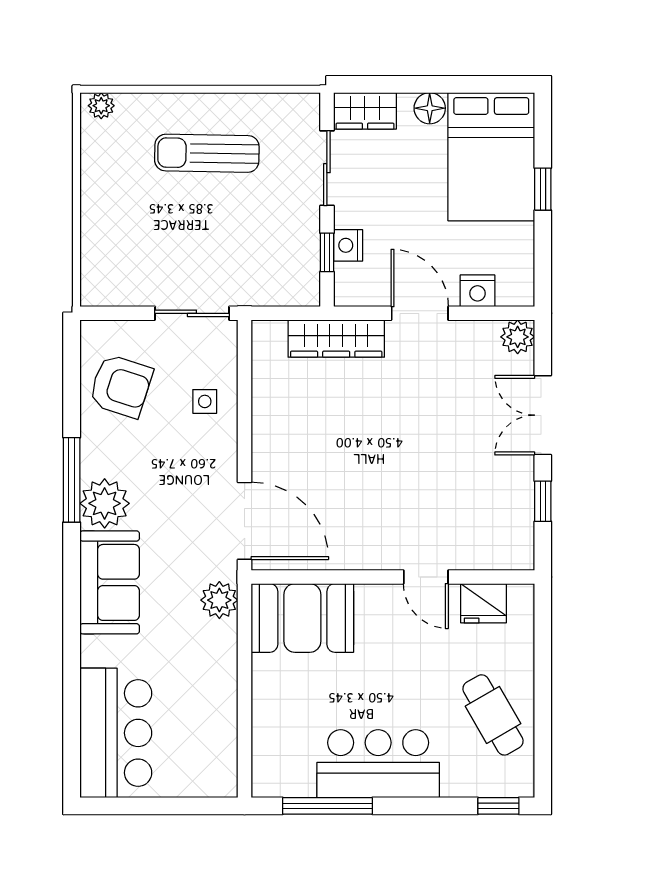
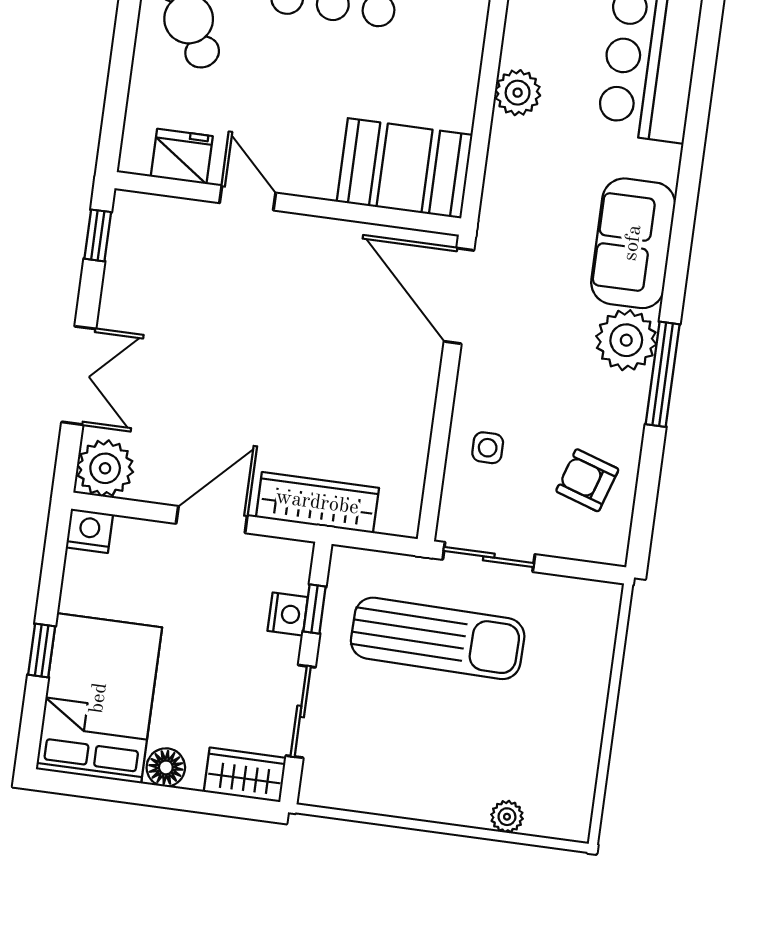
plant: (101, 106) -> (507, 817), moved
sun lounger: (207, 153) -> (438, 638), moved, width x1.36, depth x1.34
nightstand: (477, 291) -> (89, 531), moved
door: (420, 313) -> (212, 520), swing flipped
plant: (518, 337) -> (105, 468), width x1.36, depth x1.36
armchair: (121, 386) -> (587, 480), width x0.72, depth x0.72
window: (543, 501) -> (98, 235), moved
plant: (219, 600) -> (518, 93), moved

